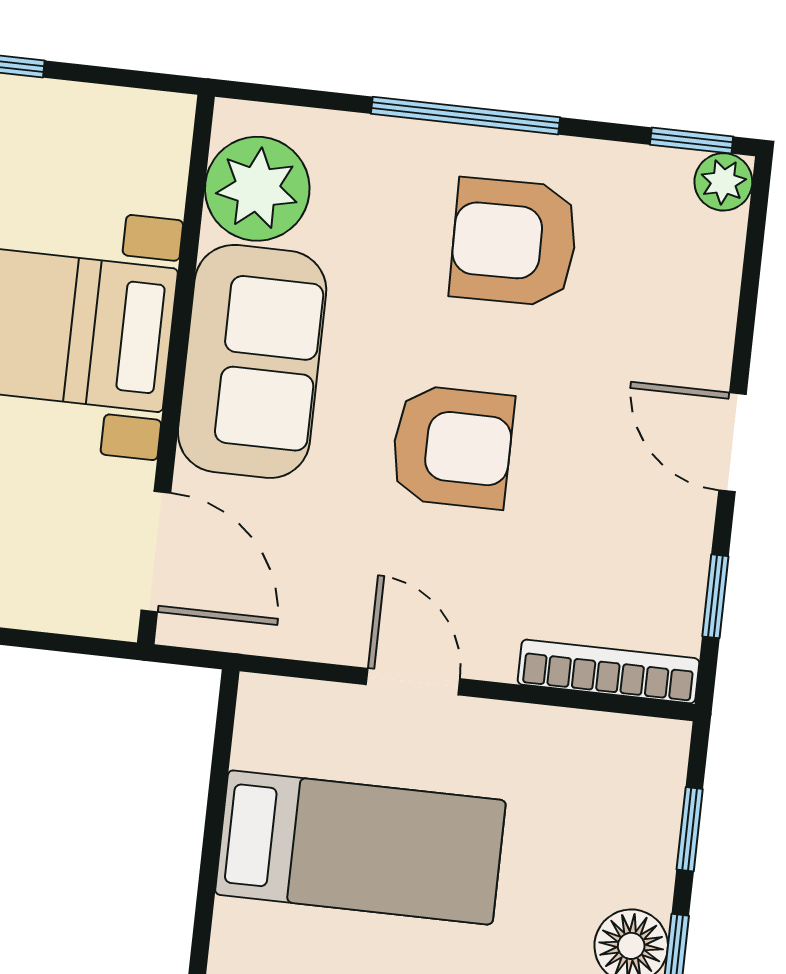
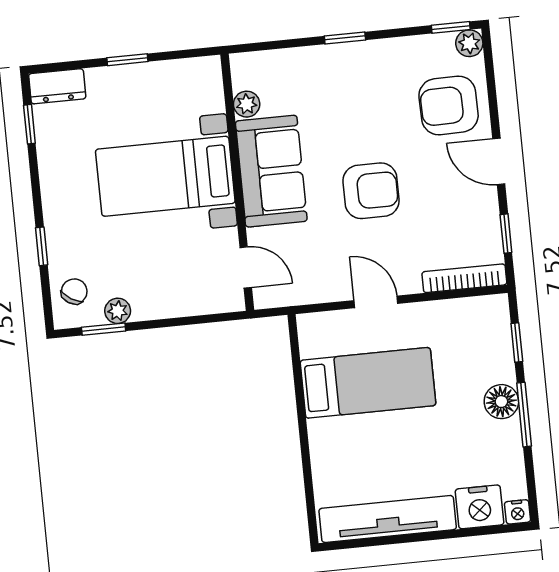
window: (465, 116) -> (345, 38), width x0.46
plant: (257, 189) -> (247, 104), width x0.53, depth x0.53
armchair: (514, 242) -> (449, 105), moved
door: (156, 551) -> (246, 267), width x0.73

